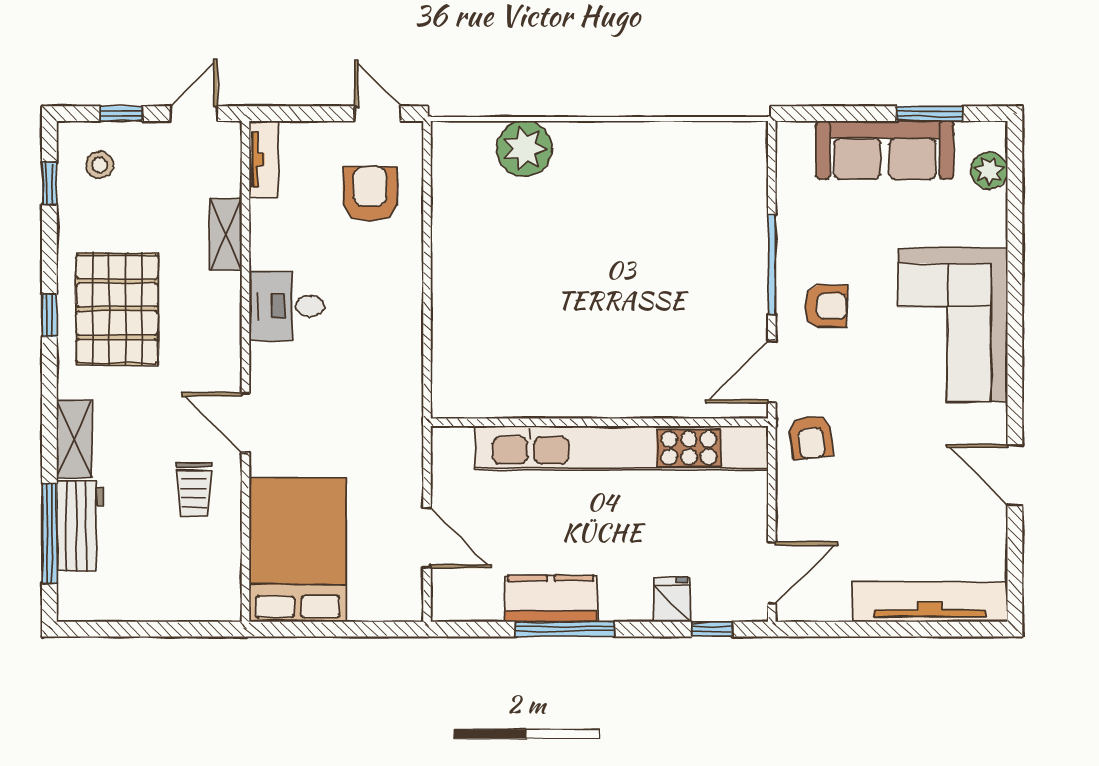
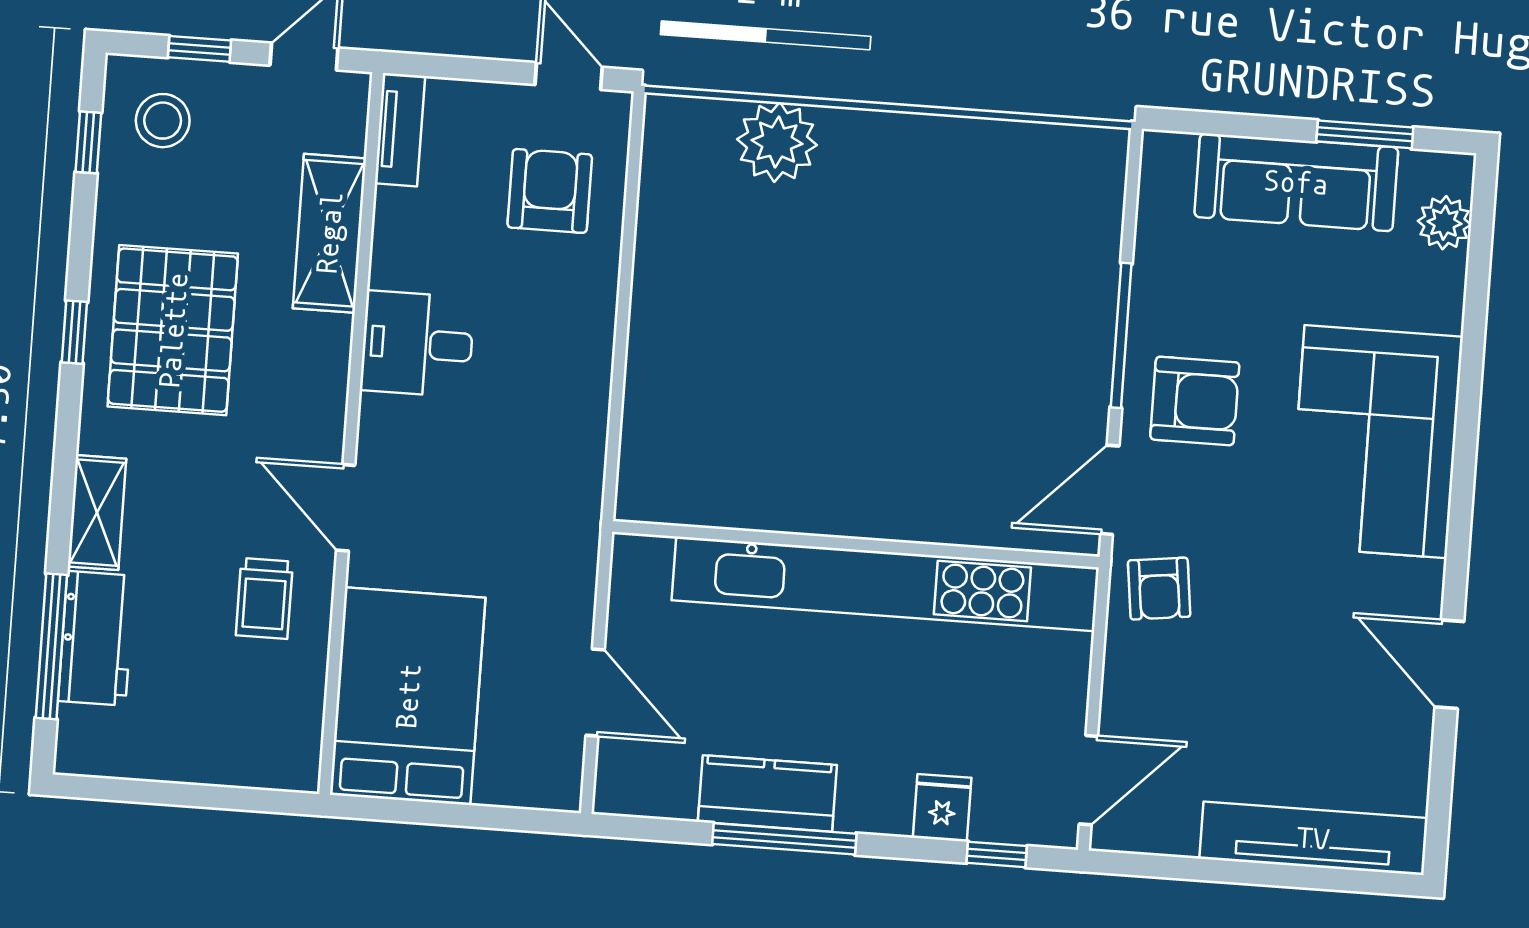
stool: (100, 165) -> (163, 121), width x1.37, depth x1.37
shelving: (226, 234) -> (329, 233), width x1.50, depth x1.33
armchair: (826, 306) -> (1195, 401), width x1.38, depth x1.38

